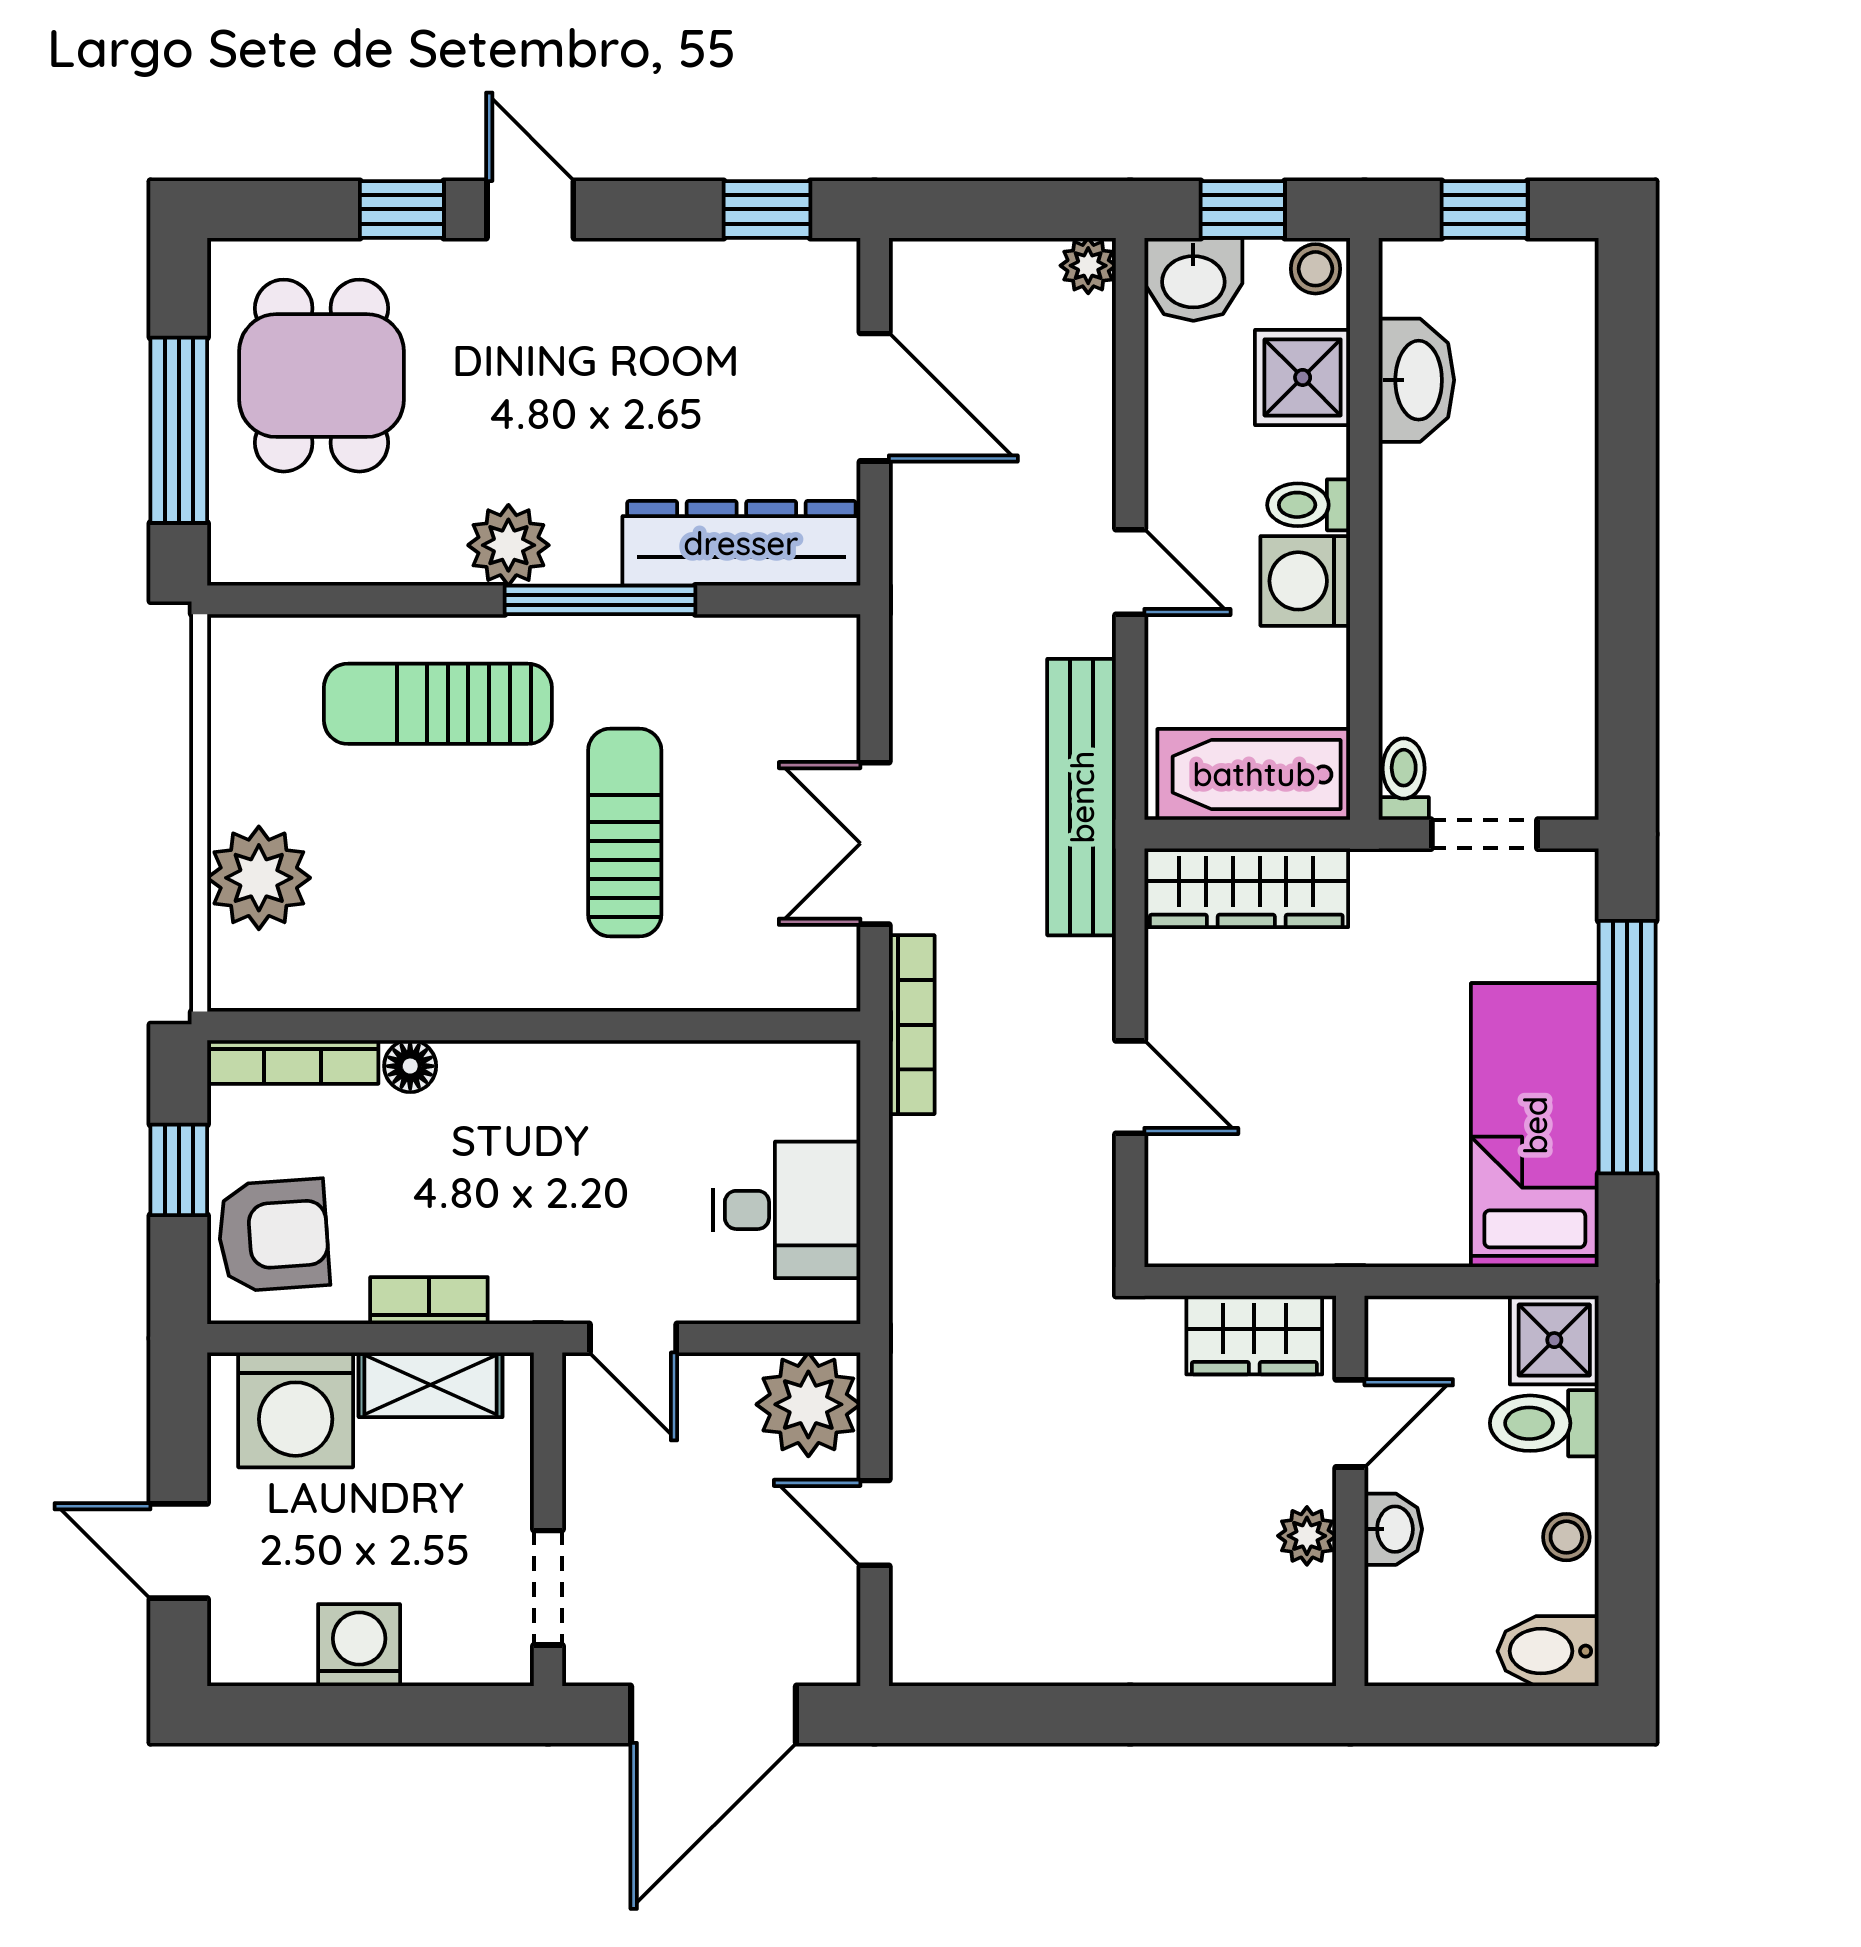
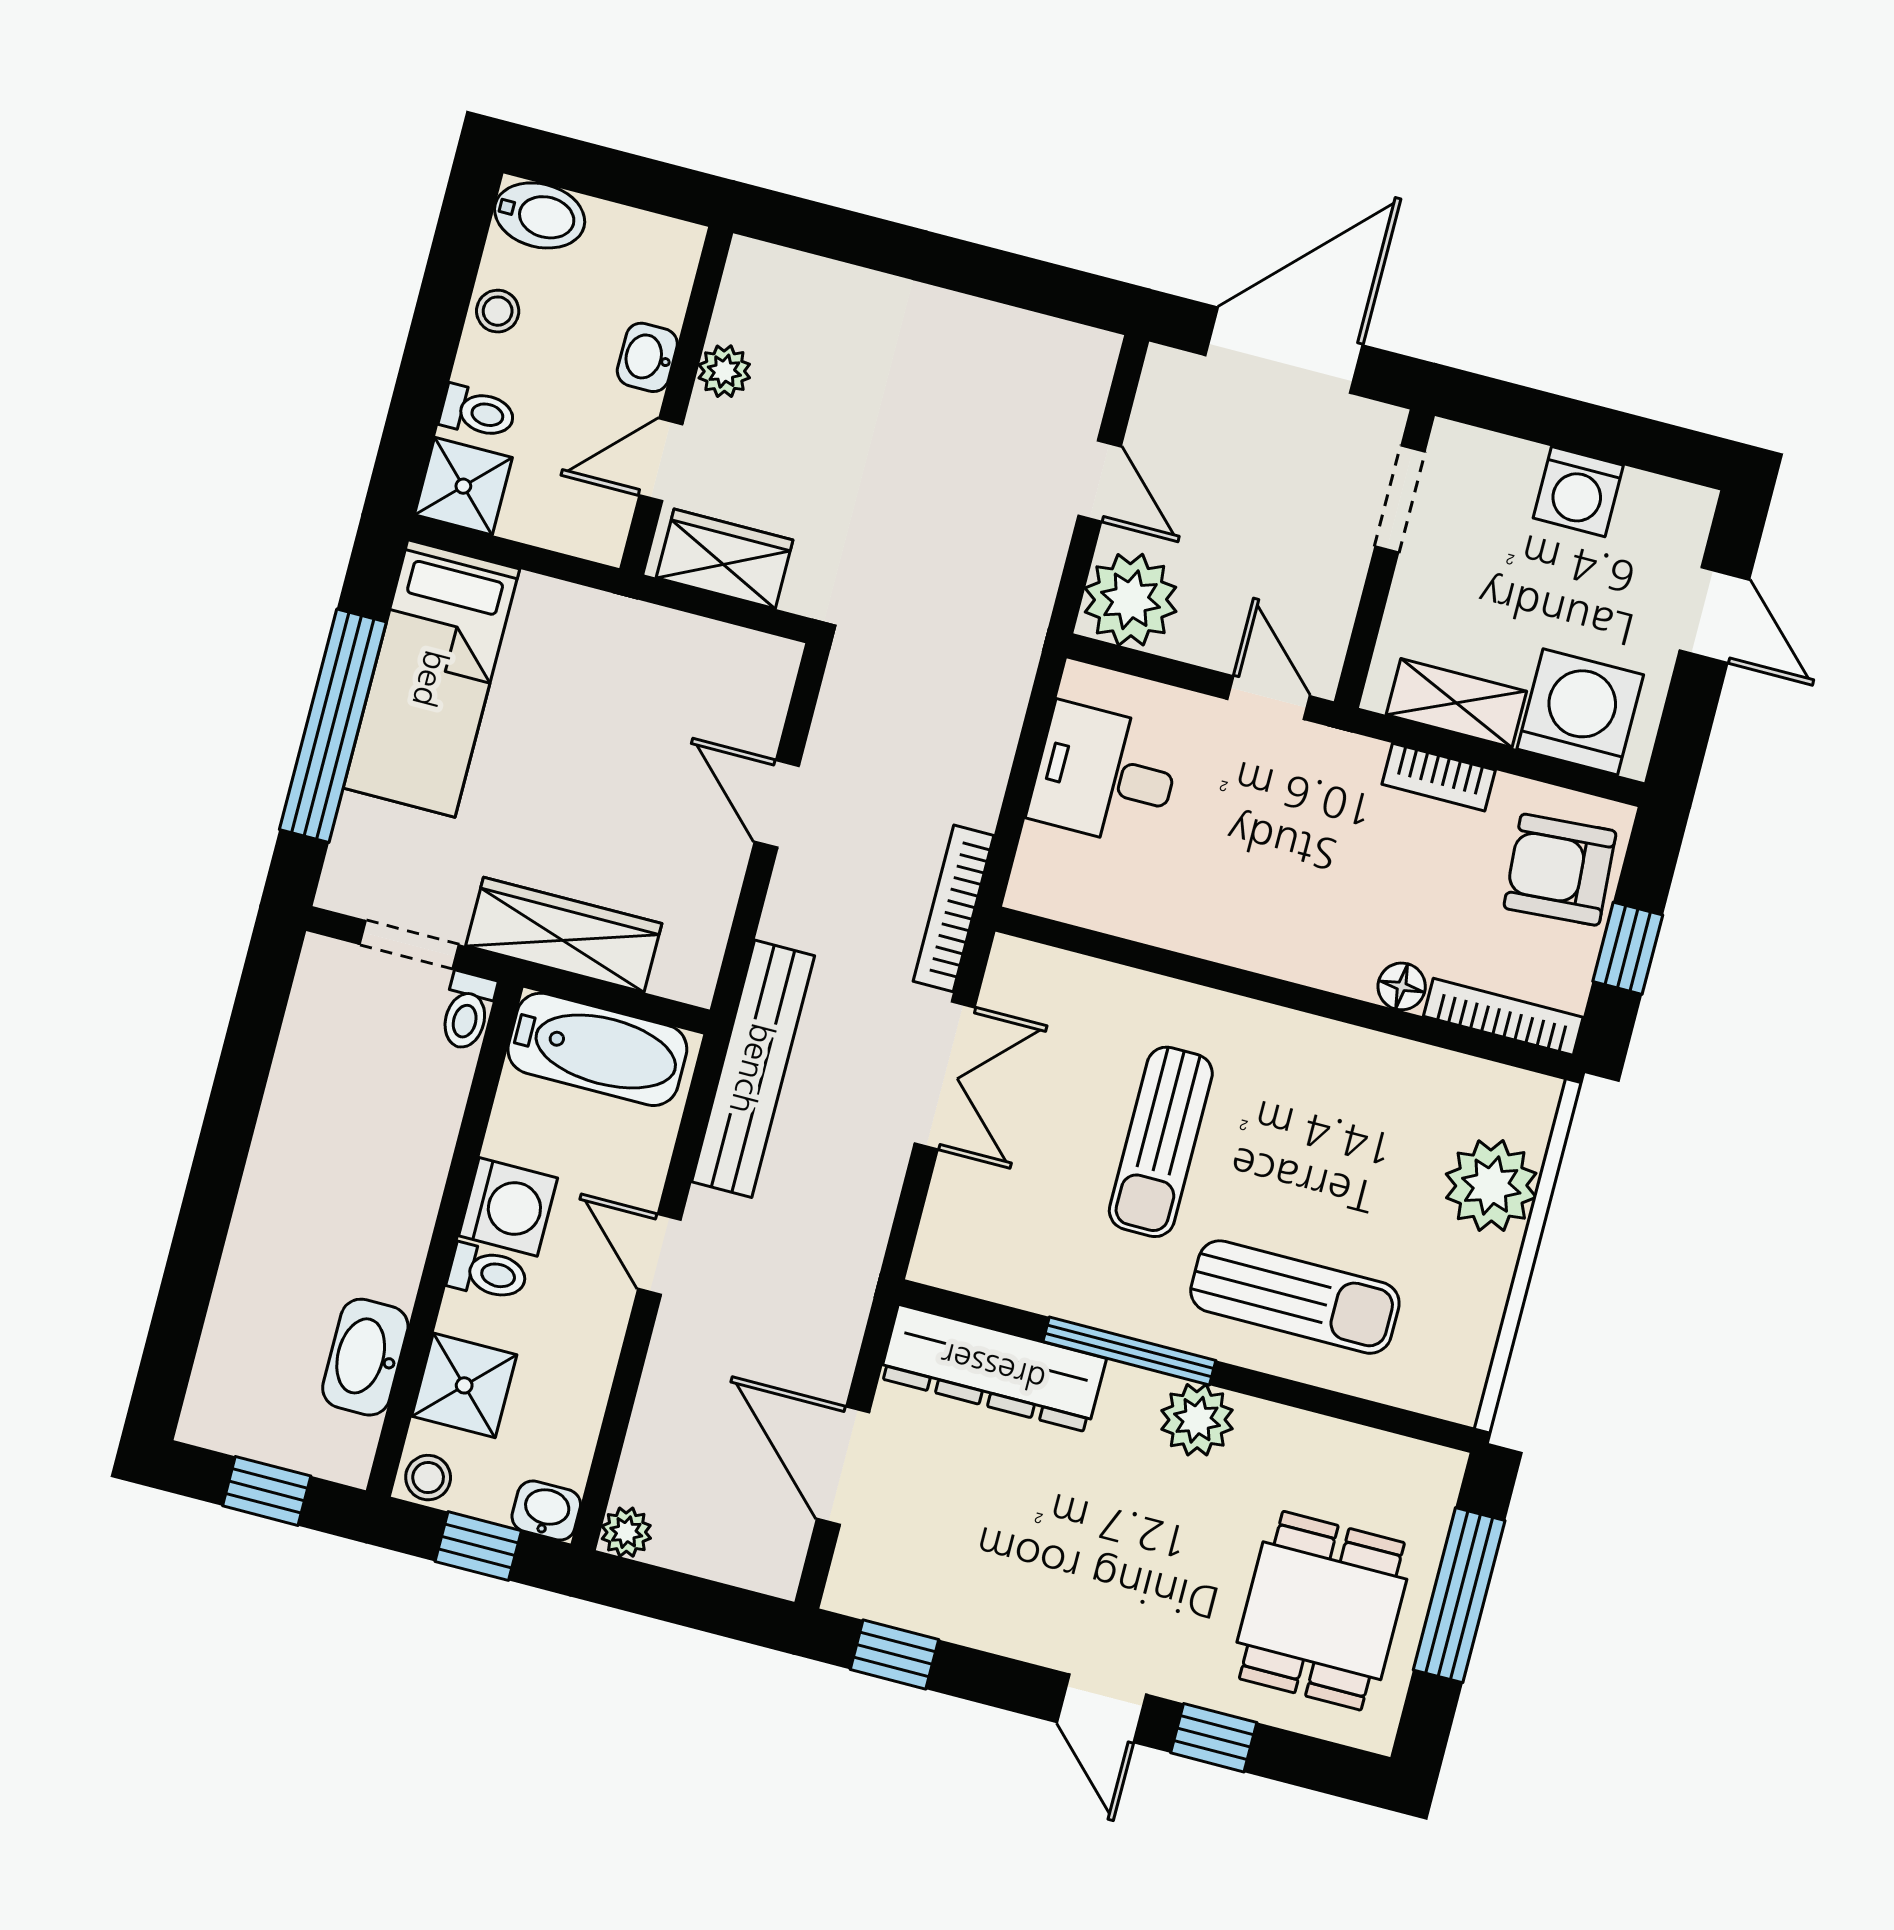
washbasin: (1193, 279) -> (546, 1511), width x0.72, depth x0.69
wardrobe: (1246, 888) -> (564, 935), moved
toilet: (1544, 1423) -> (478, 412), width x0.73, depth x0.72

